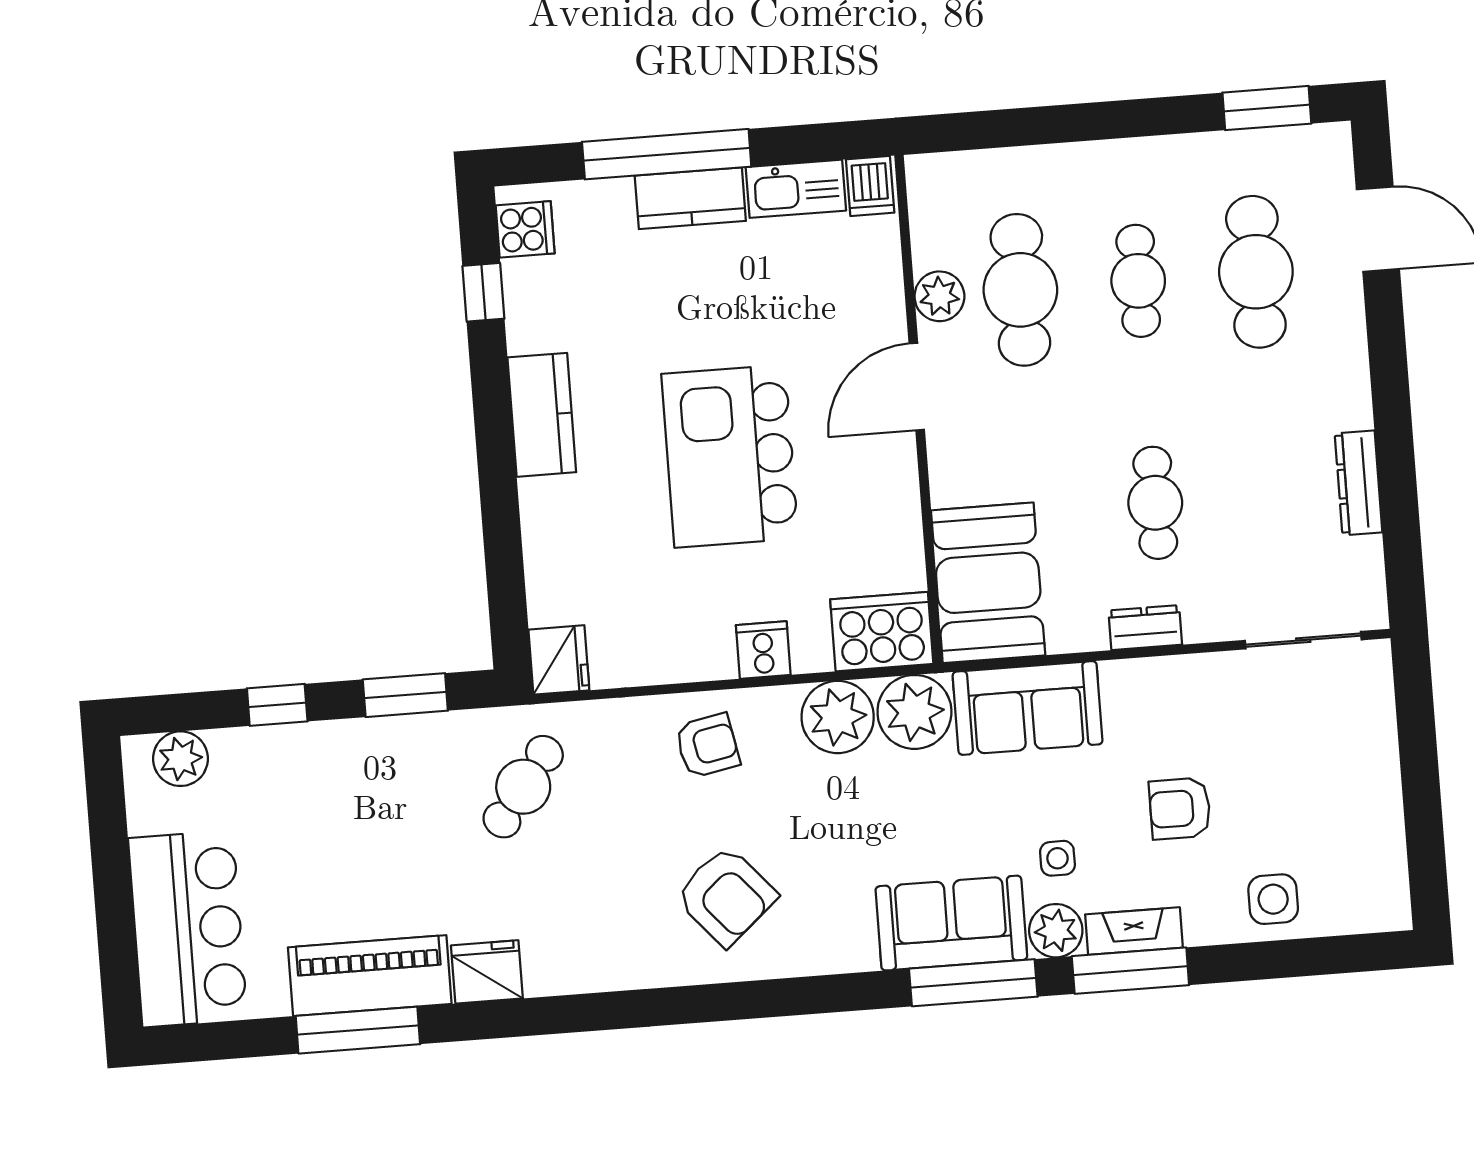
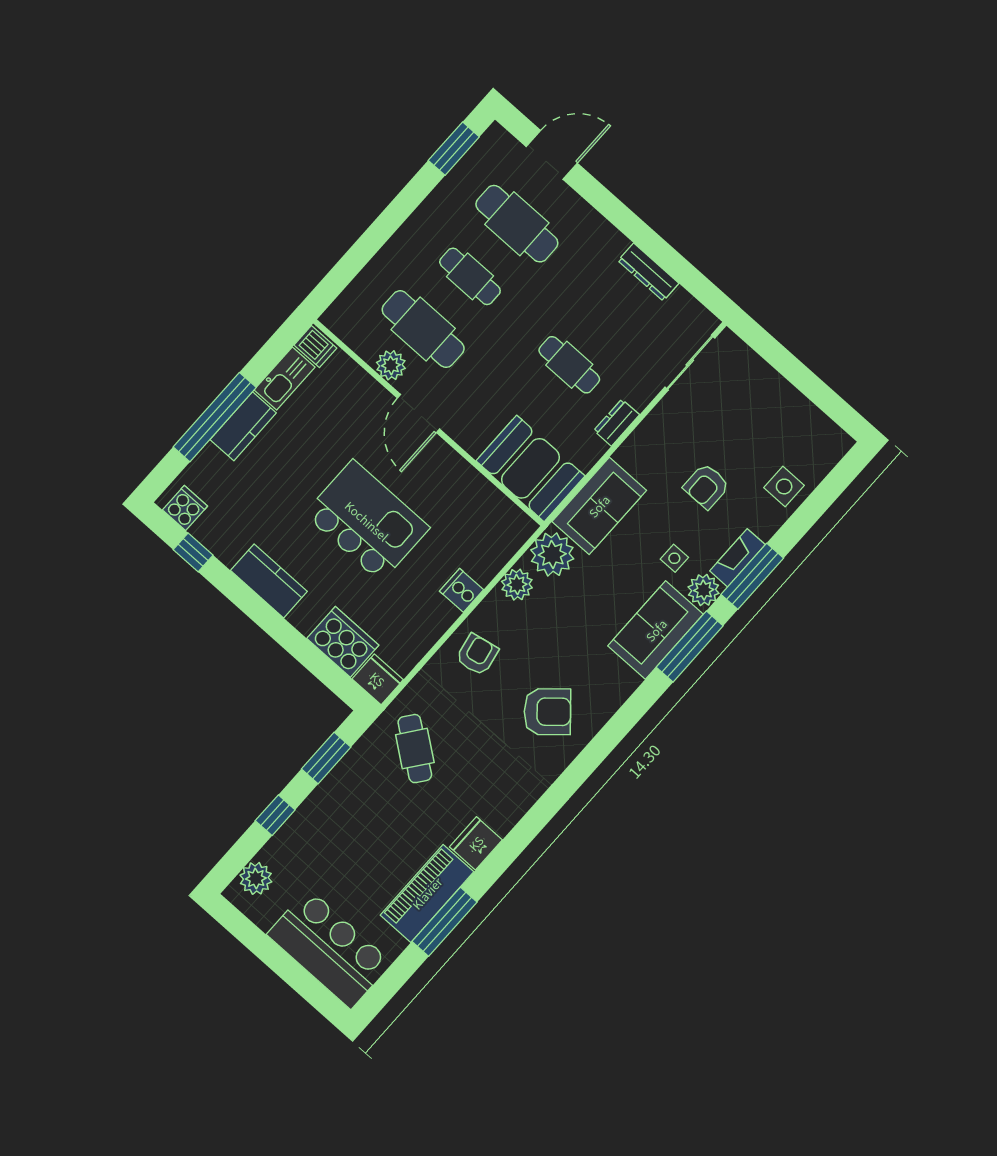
kitchen island: (730, 456) -> (367, 521), turned 180
cooker: (882, 632) -> (343, 642), moved, turned 90
plant: (838, 717) -> (517, 585), width x0.73, depth x0.73

